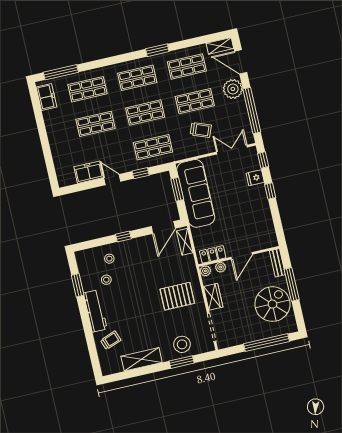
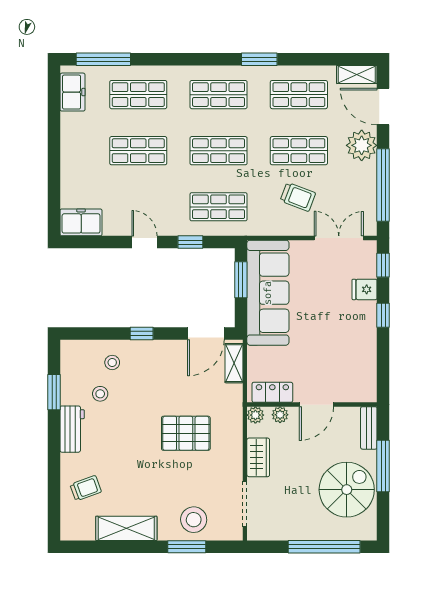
freezer: (89, 172) -> (81, 222), moved
pallet: (177, 296) -> (186, 433), moved
workbench: (95, 311) -> (72, 429), width x0.73

